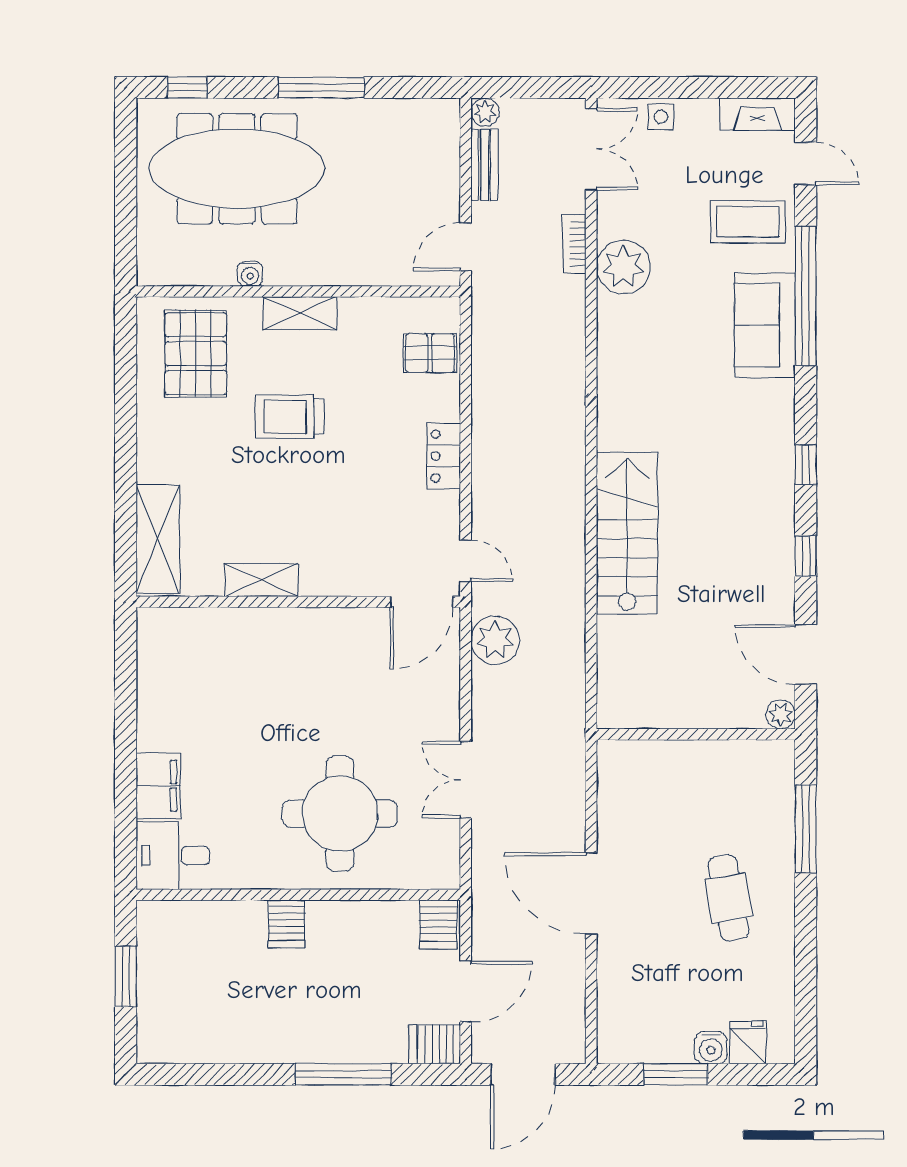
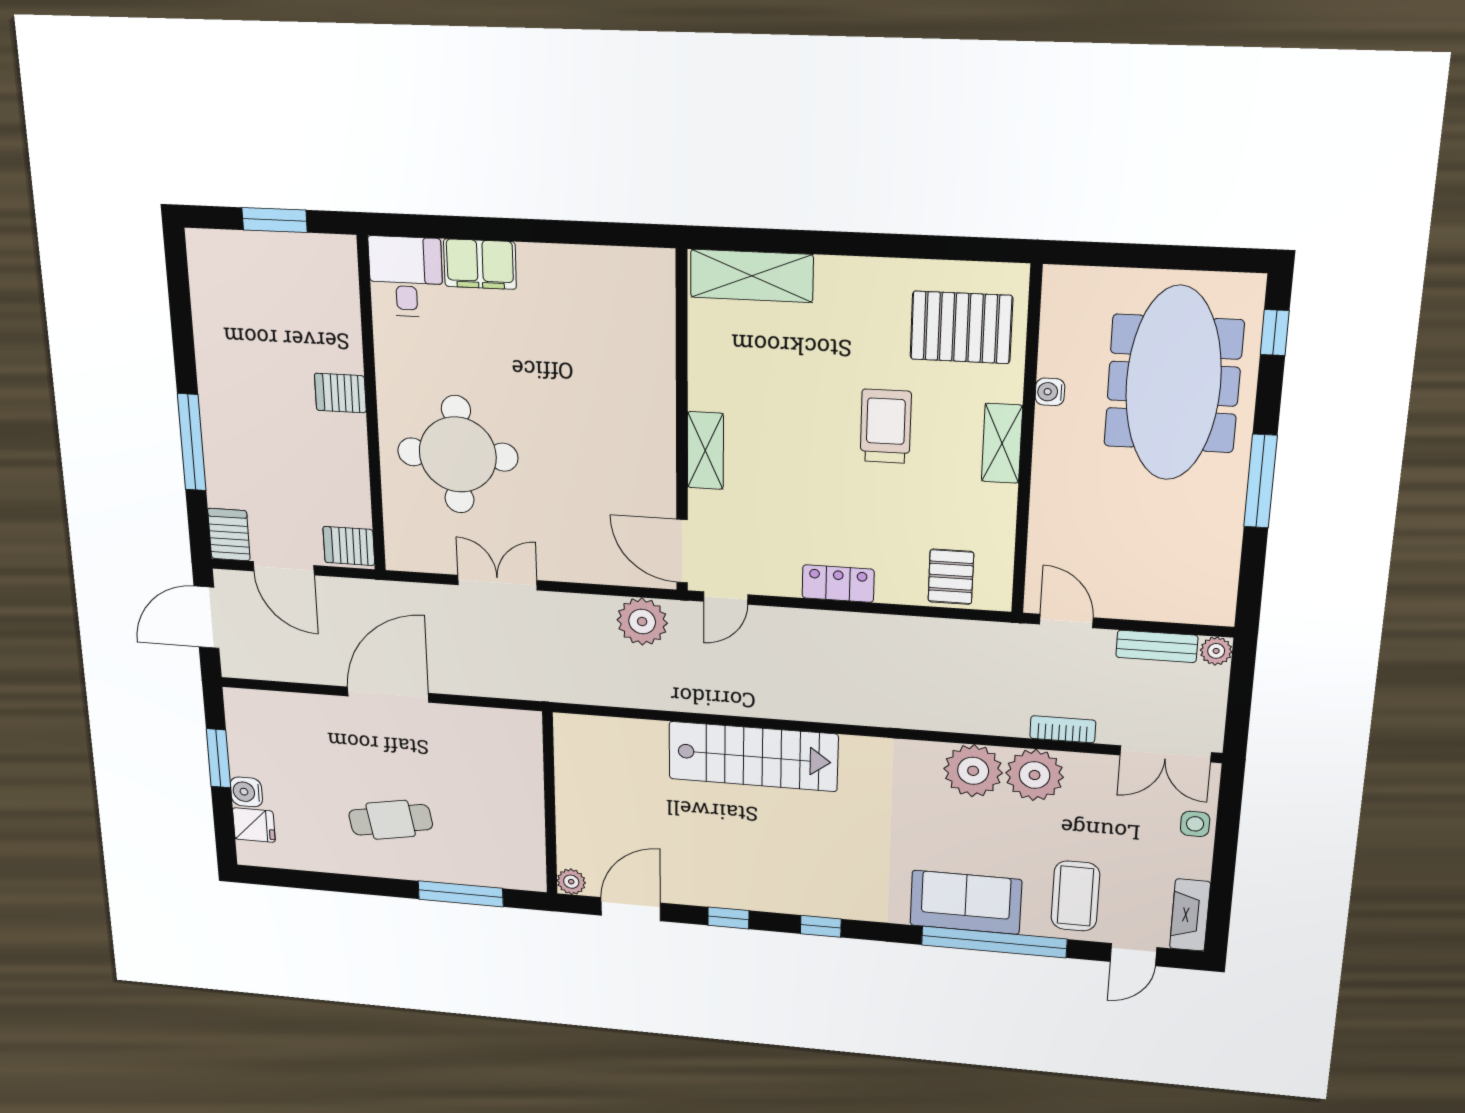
plant: (624, 324) -> (973, 771), added
shelving: (261, 580) -> (705, 450), moved
door: (523, 1074) -> (206, 617), hinge flipped

